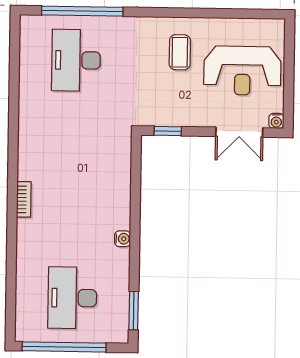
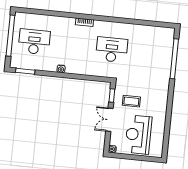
coffee table: (180, 52) -> (131, 101), moved
desk: (76, 60) -> (112, 50), moved
double door: (239, 132) -> (109, 120), moved

